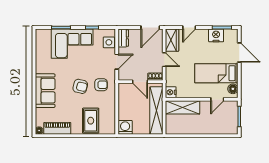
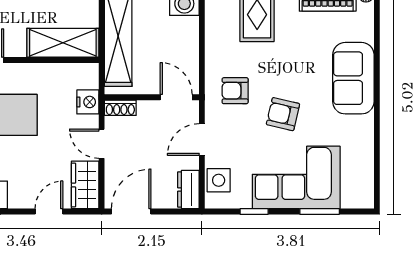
door: (140, 82) -> (176, 97), moved
armchair: (80, 86) -> (283, 114), moved
nightstand: (171, 92) -> (88, 102), moved

